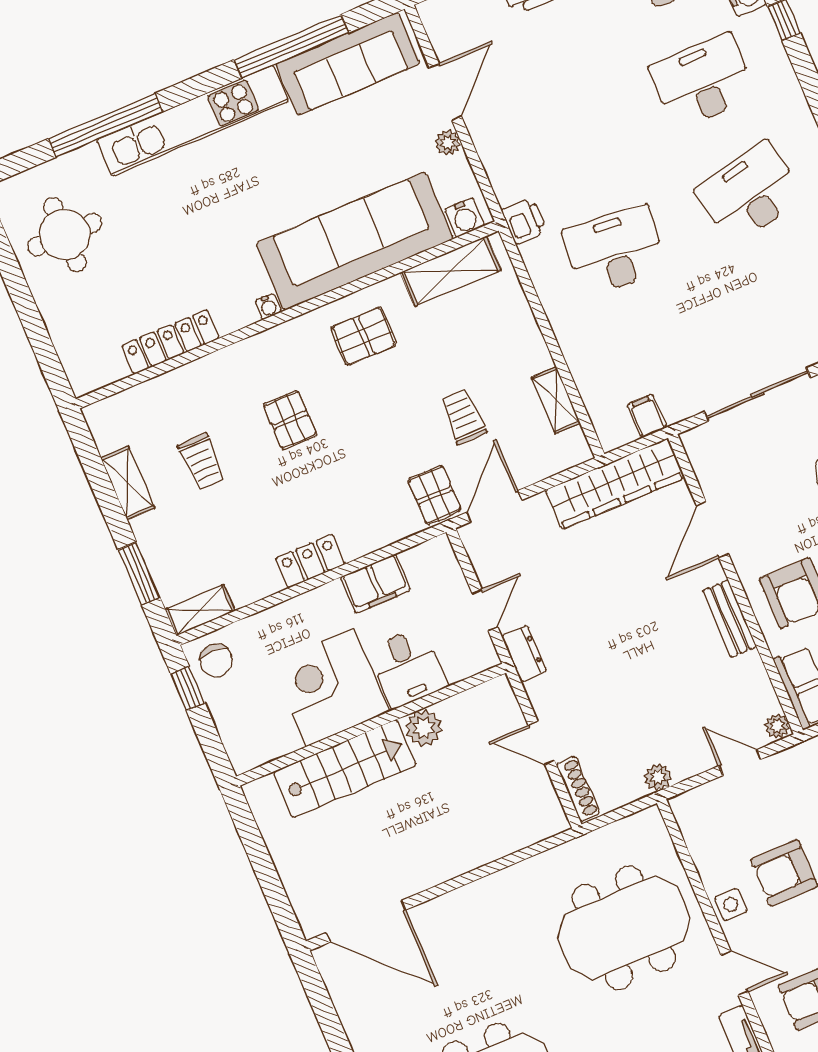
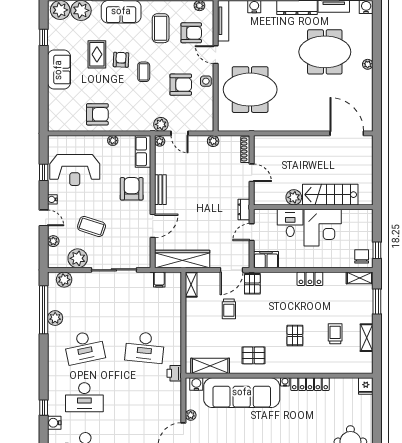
locker: (170, 342) -> (310, 384), moved
fridge: (83, 374) -> (366, 386), added
shelving: (556, 400) -> (191, 285), moved
filing cabinet: (376, 584) -> (266, 260), moved
plant: (791, 765) -> (161, 124), added

